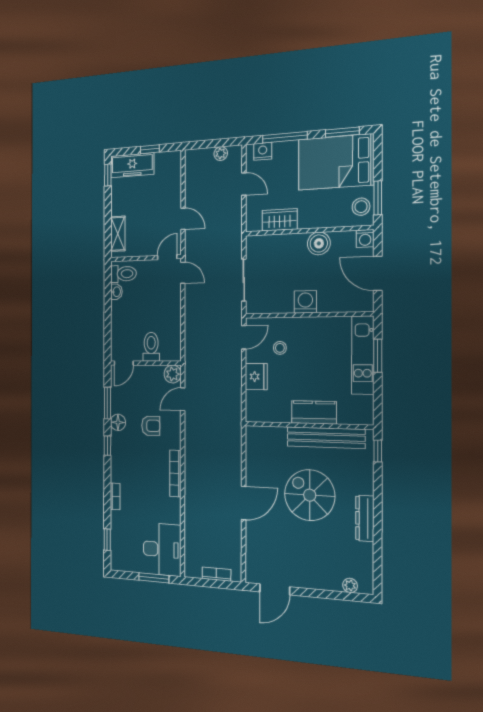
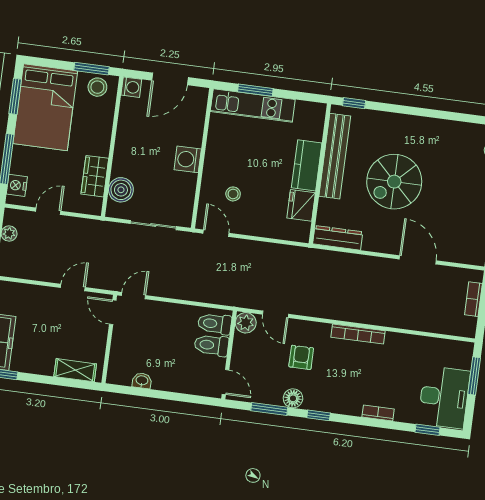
boiler: (319, 243) -> (121, 190), moved
toilet: (123, 274) -> (215, 324), moved, turned -90
fridge: (256, 377) -> (301, 205), moved, turned -90
door: (244, 503) -> (418, 260), moved
dresser: (365, 518) -> (338, 238), moved, turned 180
desk: (162, 549) -> (444, 397), moved, turned 90

